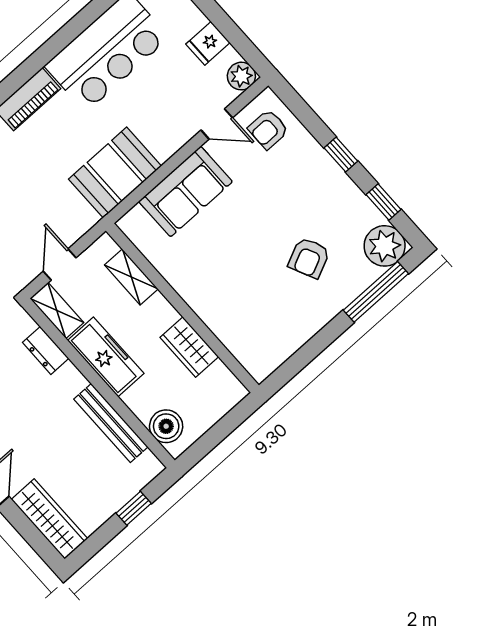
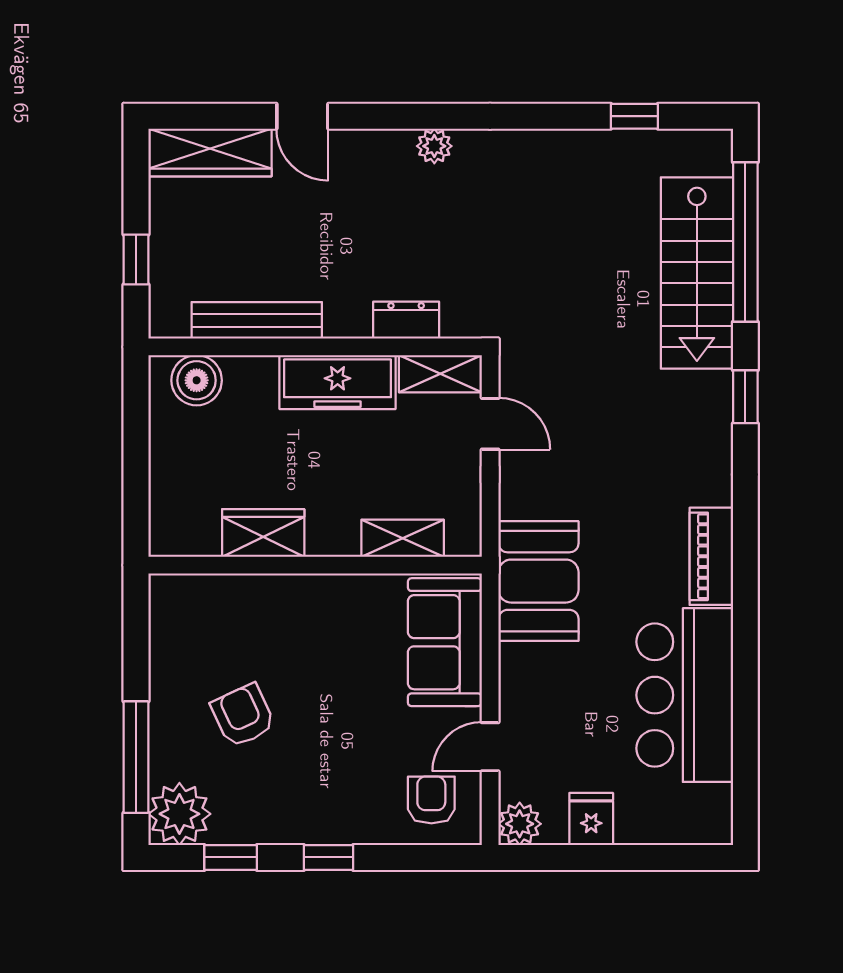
shelving: (131, 277) -> (403, 538), moved
wall: (182, 308) -> (315, 565), moved
wardrobe: (189, 347) -> (263, 533), moved

